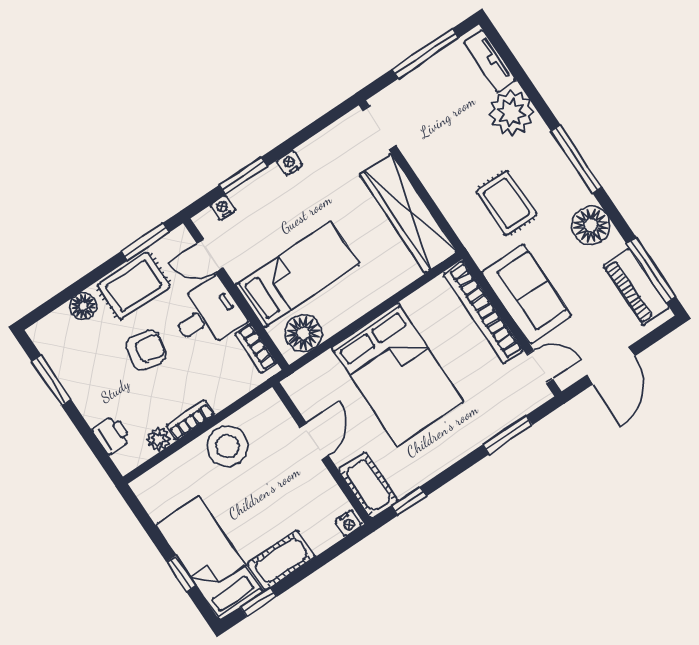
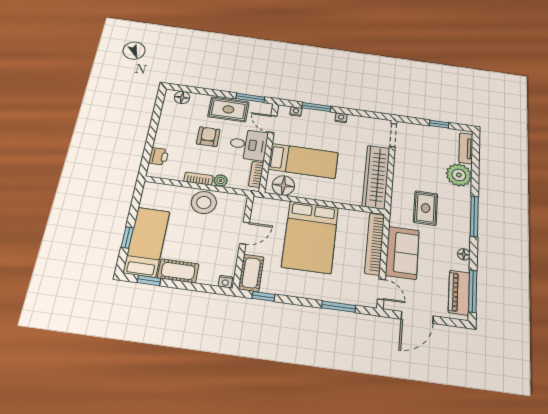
window: (425, 53) -> (439, 124), width x0.46
floor lamp: (591, 225) -> (464, 254), width x0.53, depth x0.53
floor lamp: (83, 306) -> (182, 97), moved
armchair: (146, 350) -> (208, 137), turned -102
window: (51, 380) -> (156, 115), removed
plant: (158, 439) -> (221, 181), moved

